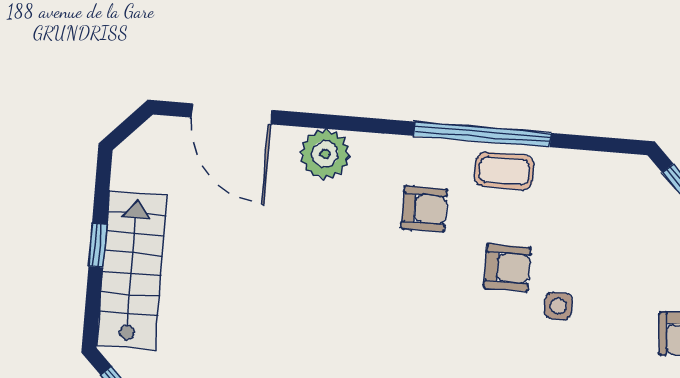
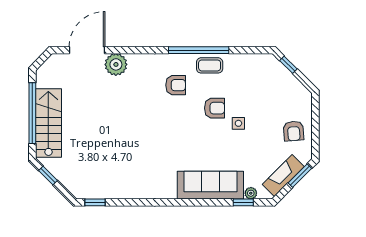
door: (232, 114) -> (87, 50), swing flipped
plant: (325, 154) -> (116, 64), moved
window: (98, 245) -> (32, 113), width x3.17

